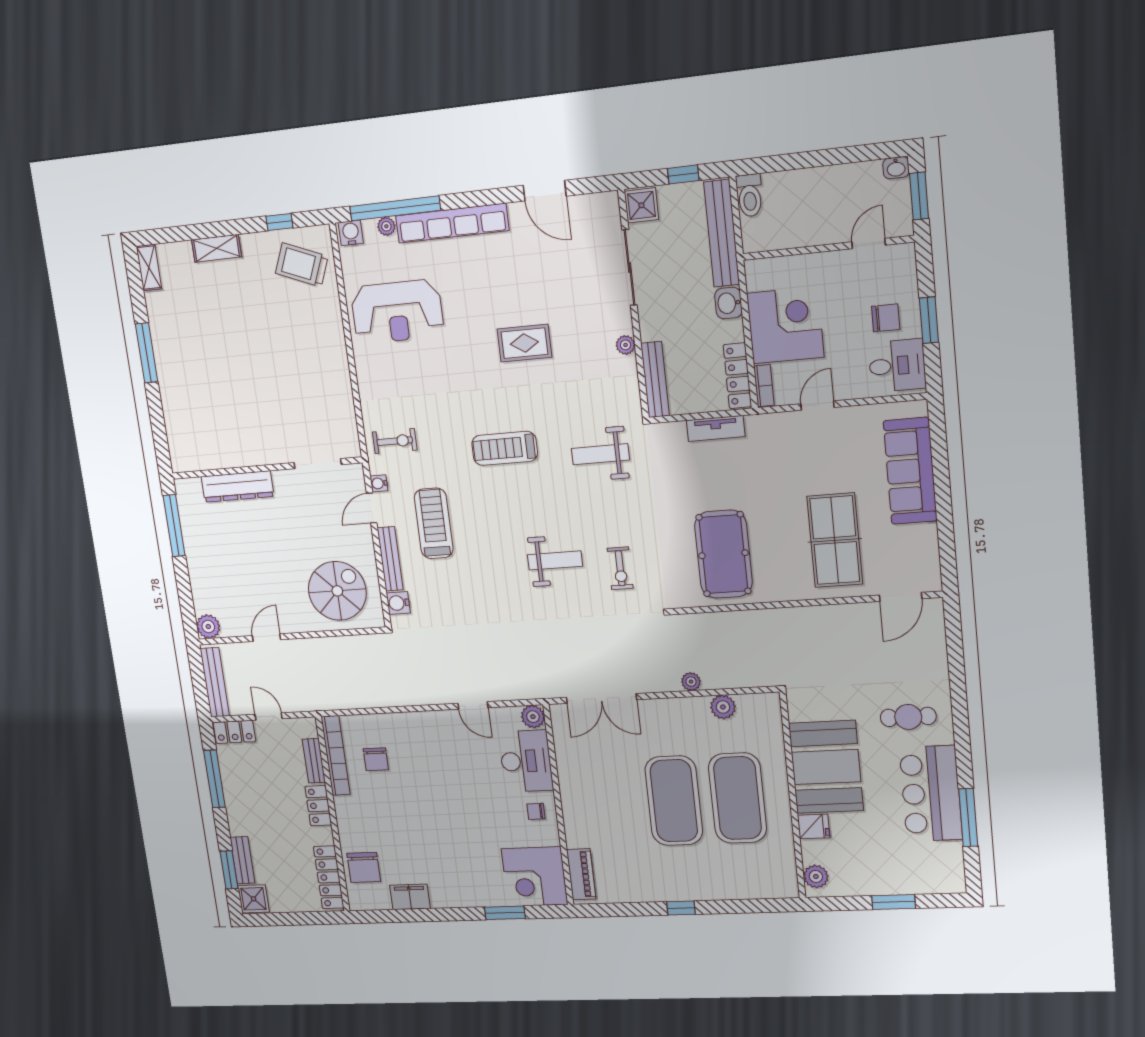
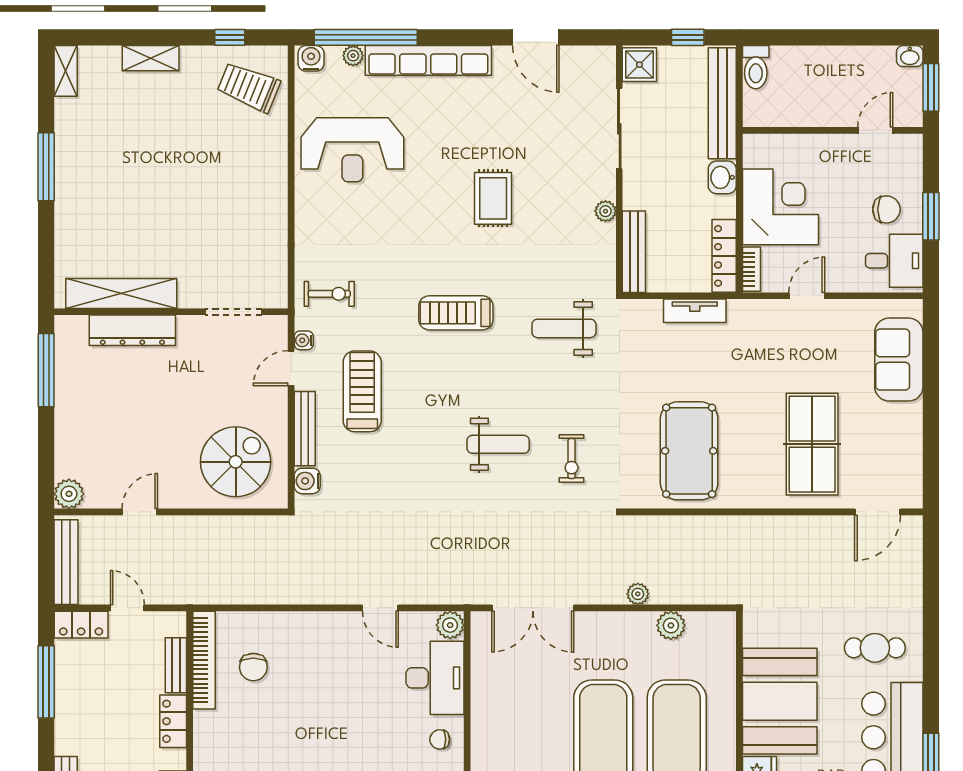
rug: (524, 343) -> (493, 198), turned 90
shelving: (224, 456) -> (121, 293), added
sofa: (910, 471) -> (899, 360), width x0.73

